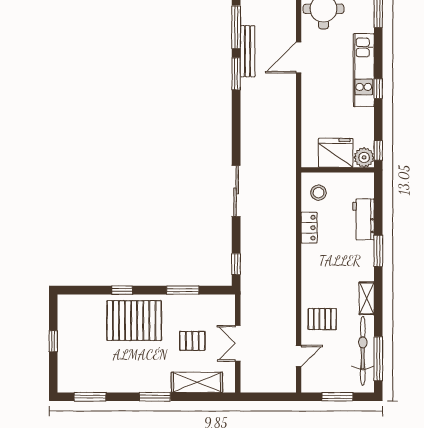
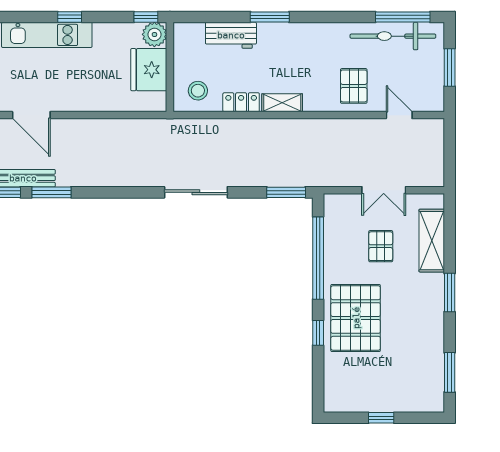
window: (236, 264) -> (286, 192), width x1.50
window: (183, 290) -> (318, 258), width x2.11
shelving: (367, 298) -> (282, 103), moved

